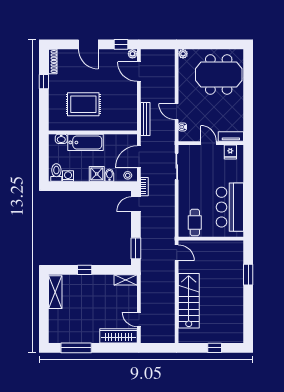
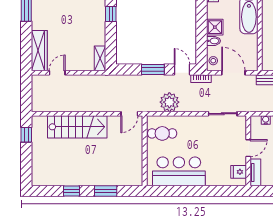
plant: (166, 216) -> (169, 102), added
window: (136, 248) -> (153, 70), moved
window: (248, 306) -> (71, 191), added
window: (215, 348) -> (26, 135), moved

